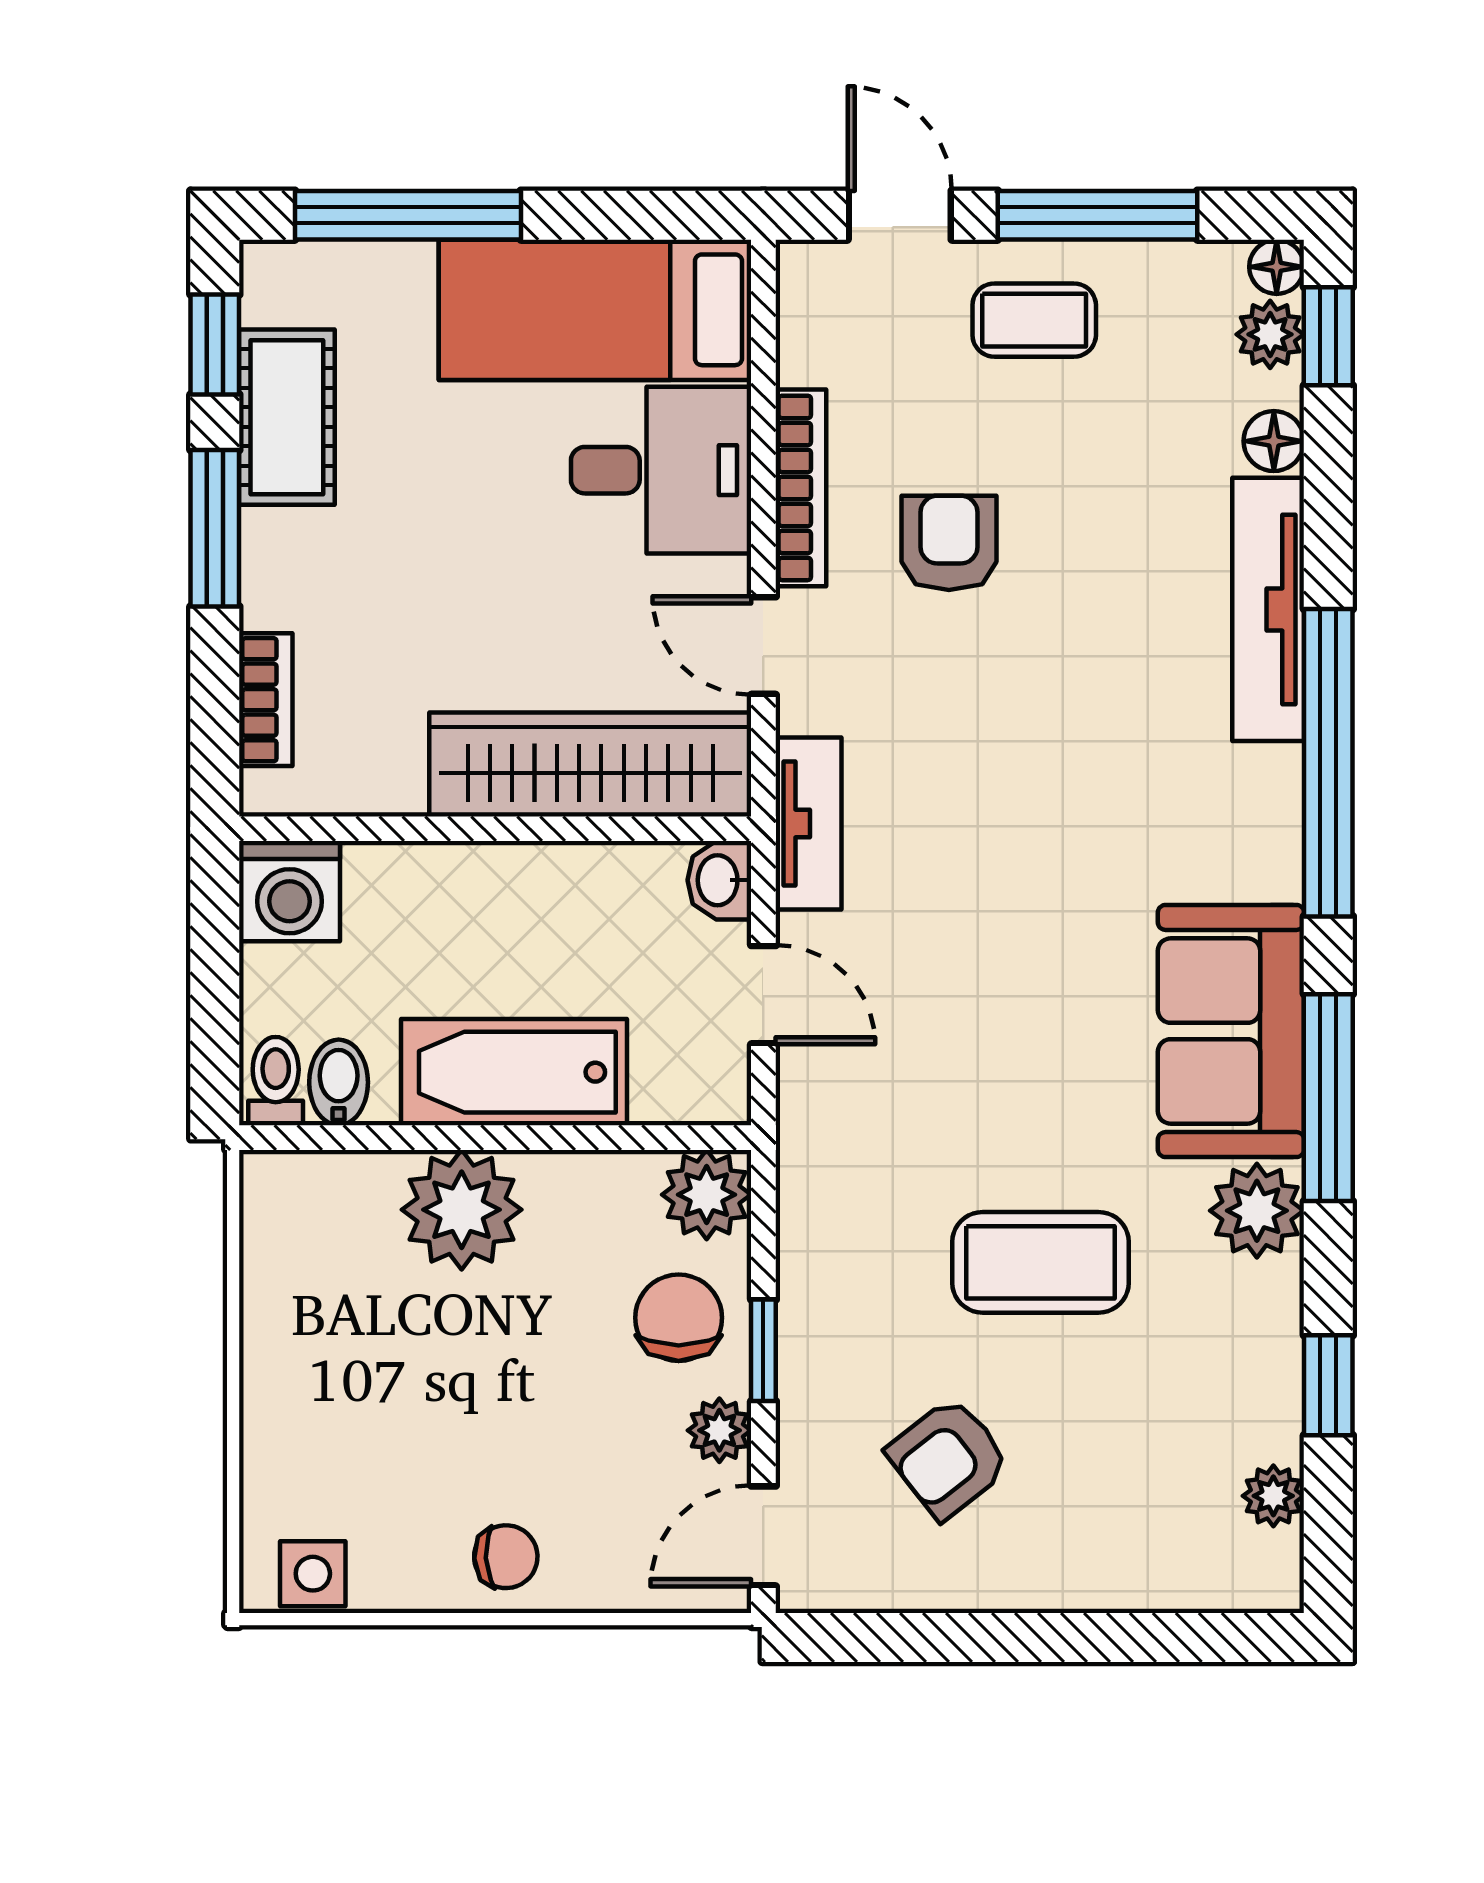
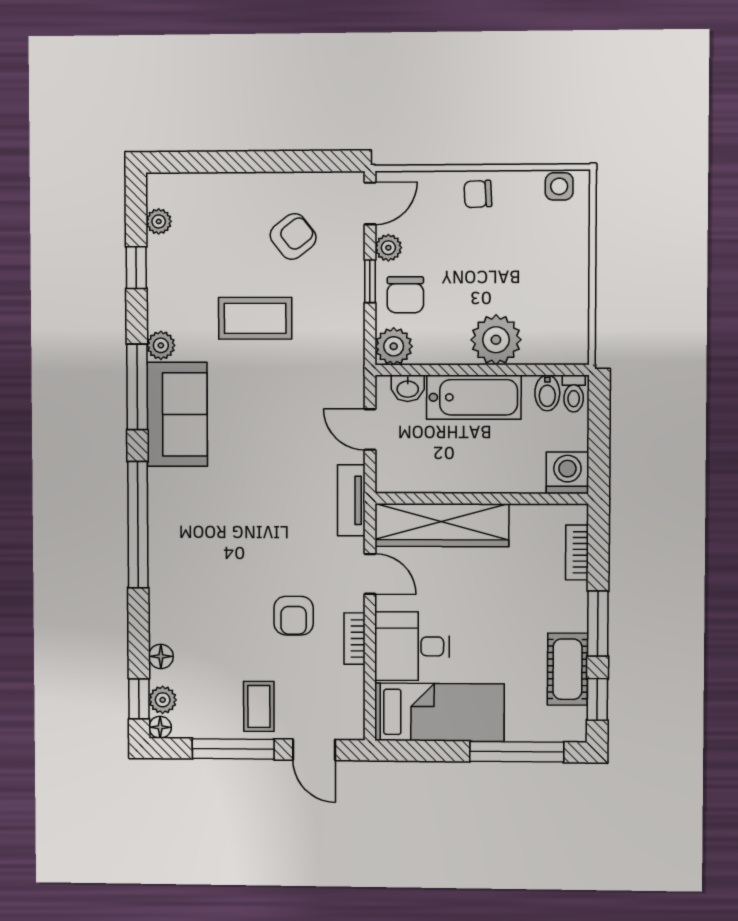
coffee table: (1034, 320) -> (259, 706), turned 90
bookcase: (801, 488) -> (355, 639), width x0.64
tv unit: (1268, 609) -> (163, 588), removed
washbasin: (719, 880) -> (408, 388), moved, turned 90
plant: (1257, 1211) -> (161, 345), width x0.73, depth x0.73

